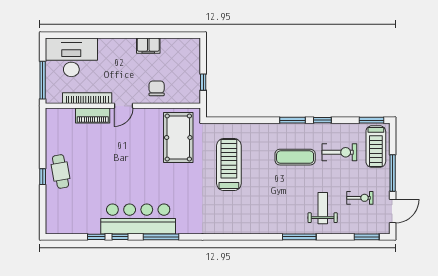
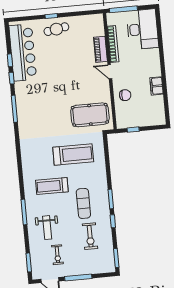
treadmill: (376, 147) -> (52, 186), moved
weight bench: (323, 208) -> (47, 228), turned 90
bar counter: (138, 219) -> (23, 52), moved

